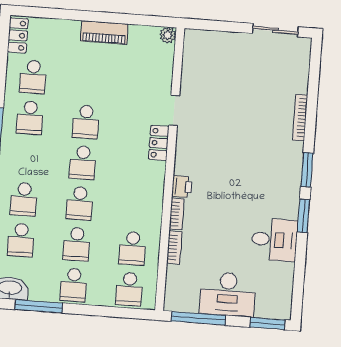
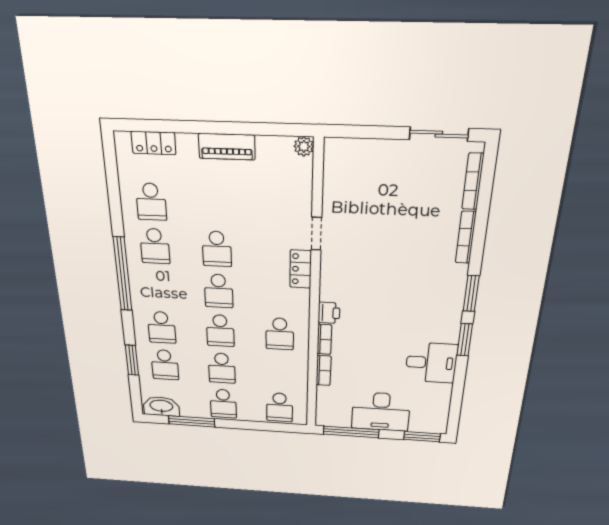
locker: (18, 35) -> (154, 143), moved, turned 90
bookcase: (304, 70) -> (473, 181), added
school desk: (132, 248) -> (280, 334), moved

